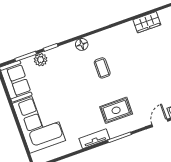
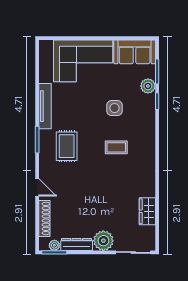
floor lamp: (82, 44) -> (149, 135), removed
side table: (69, 81) -> (114, 108), added
tv unit: (94, 139) -> (45, 106), width x1.41

